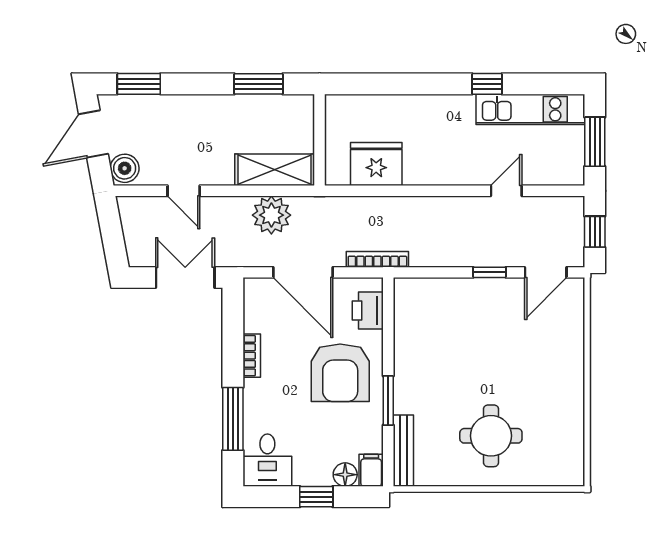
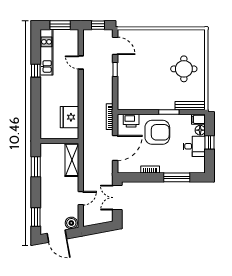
plant: (271, 215) -> (91, 161), removed
desk: (267, 460) -> (194, 146), moved

